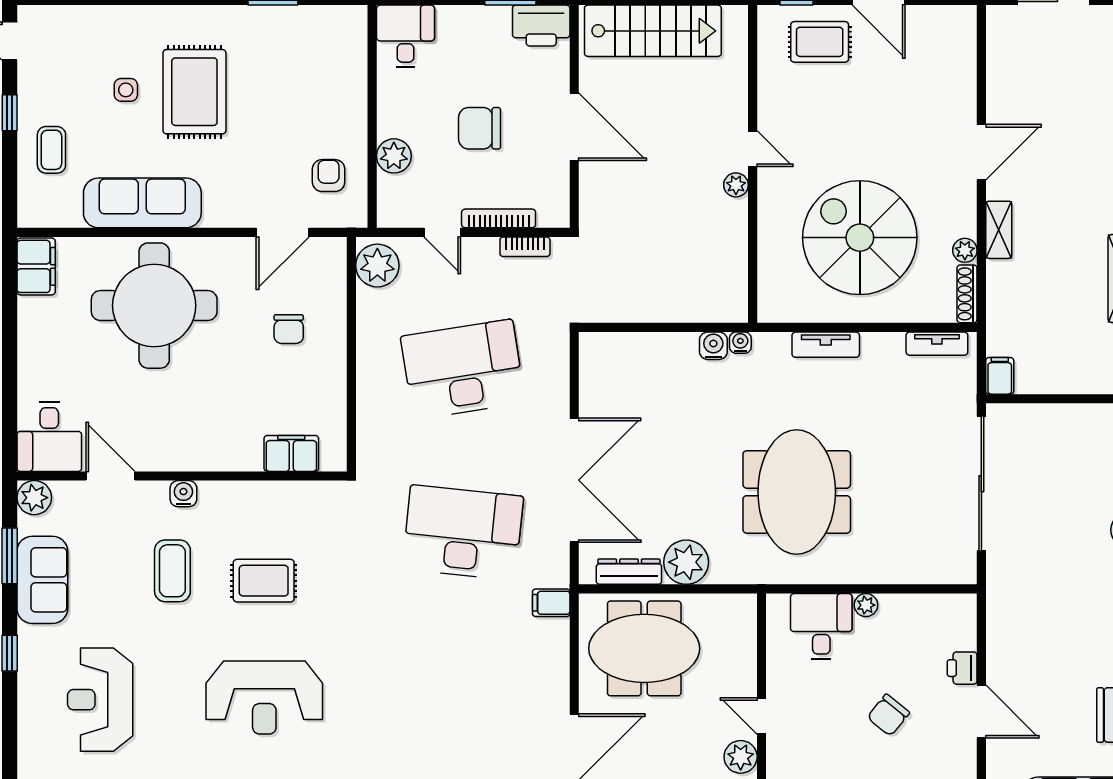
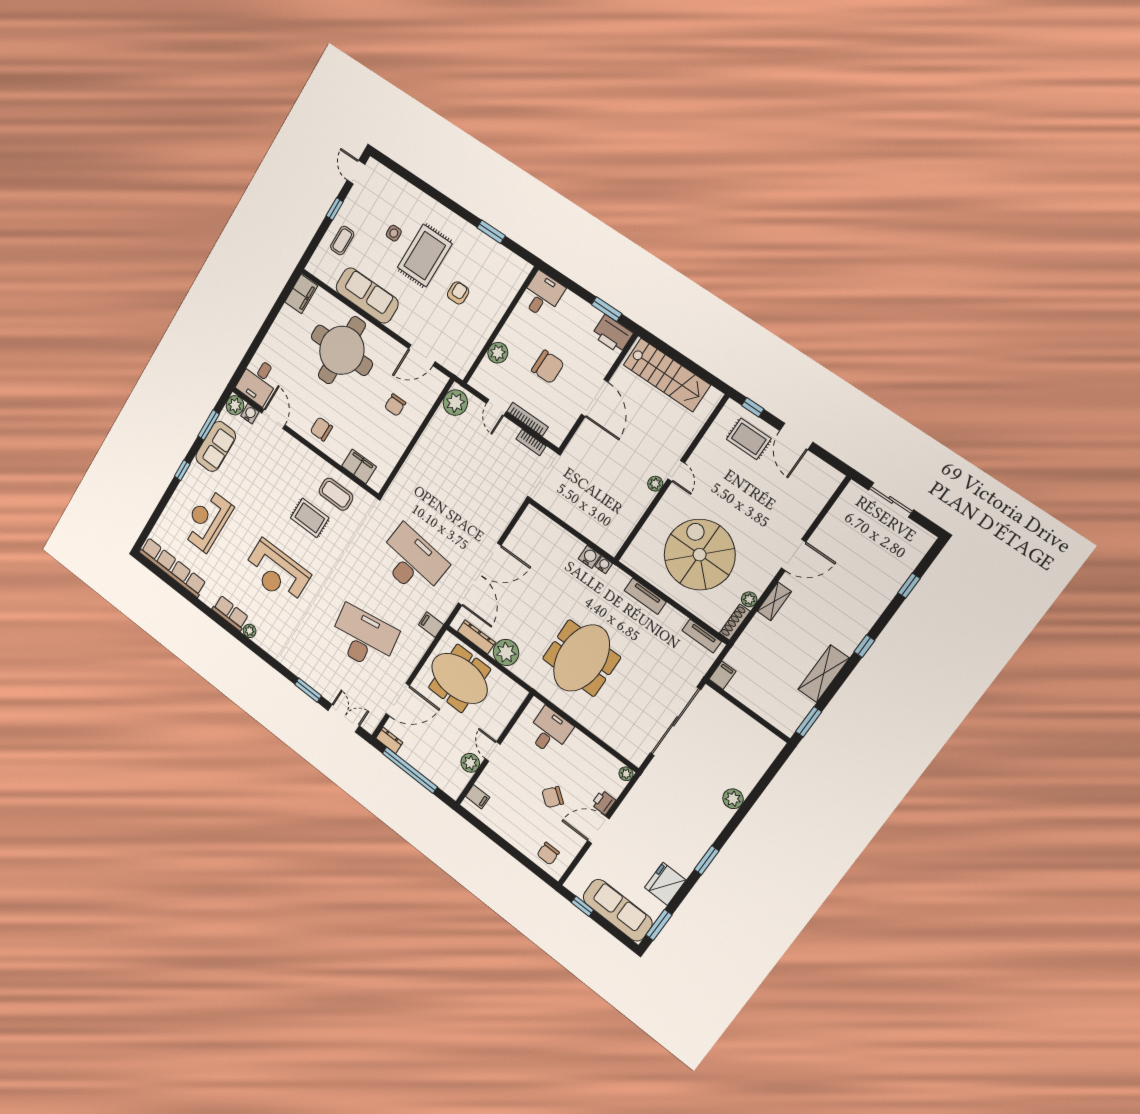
chair: (480, 128) -> (548, 367), turned 180
armchair: (329, 176) -> (458, 293), moved
desk: (463, 369) -> (363, 638), moved
chair: (197, 440) -> (321, 429), added
water cooler: (183, 494) -> (250, 414), moved
coffee table: (172, 571) -> (336, 494), moved, turned 90
plant: (866, 605) -> (626, 774), moved
door: (981, 712) -> (598, 830), swing flipped

